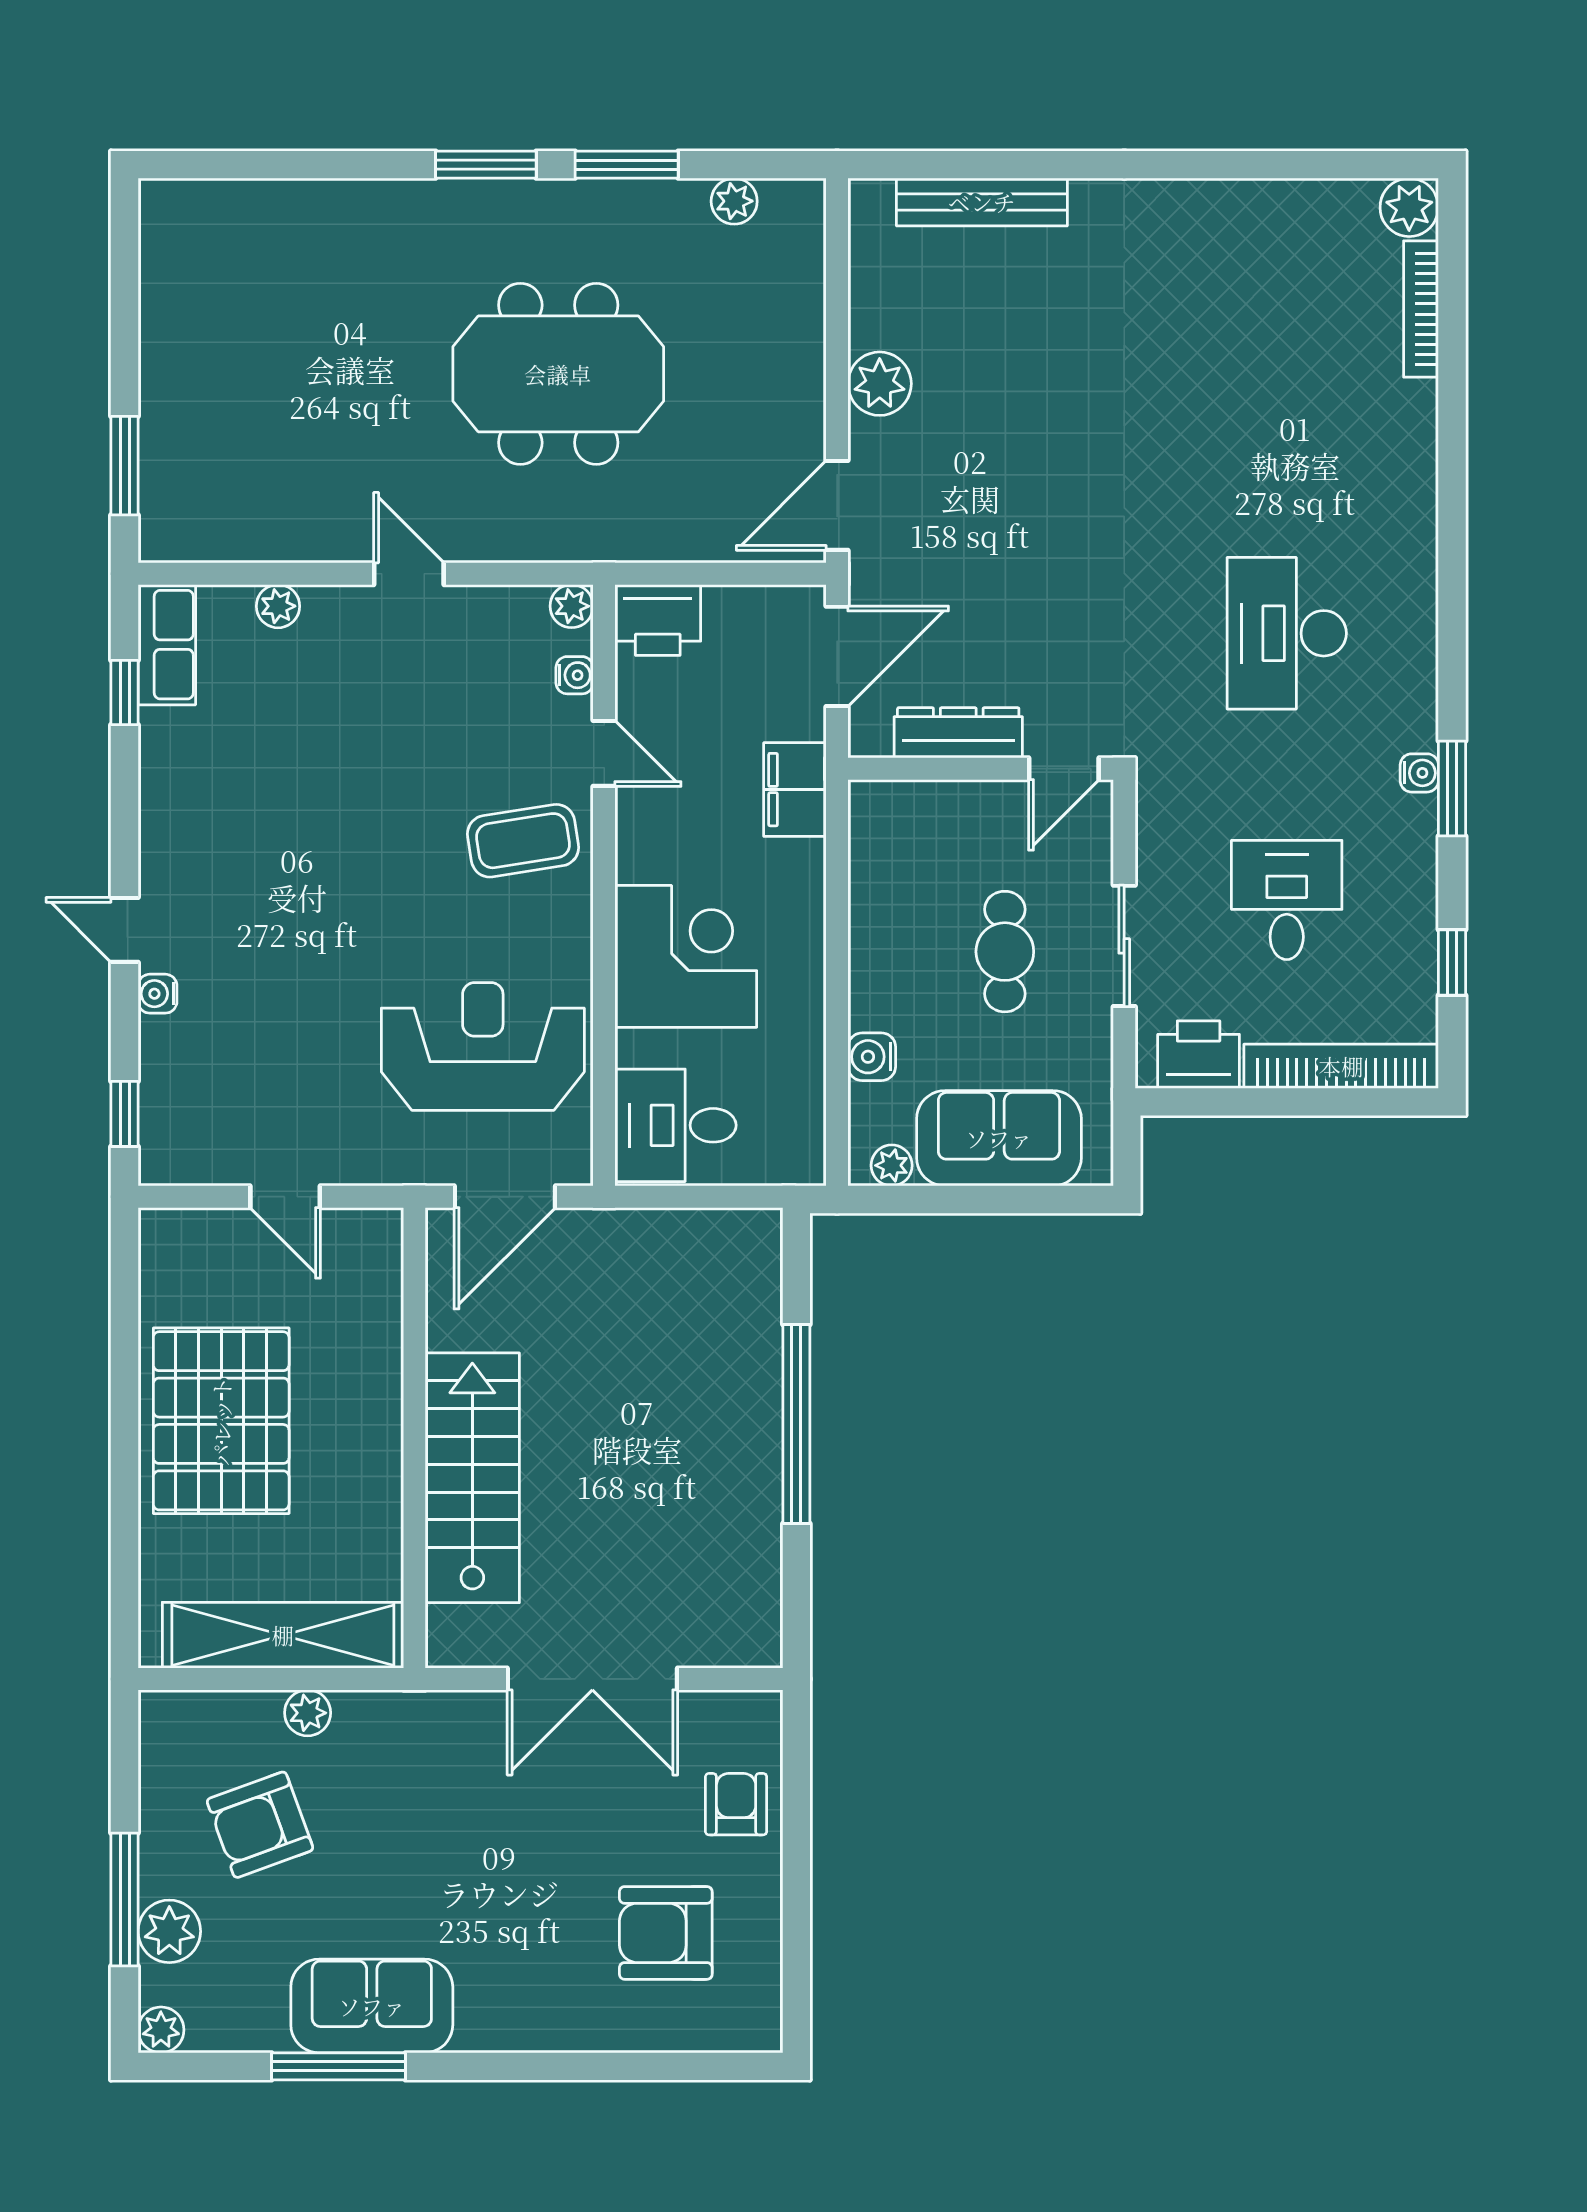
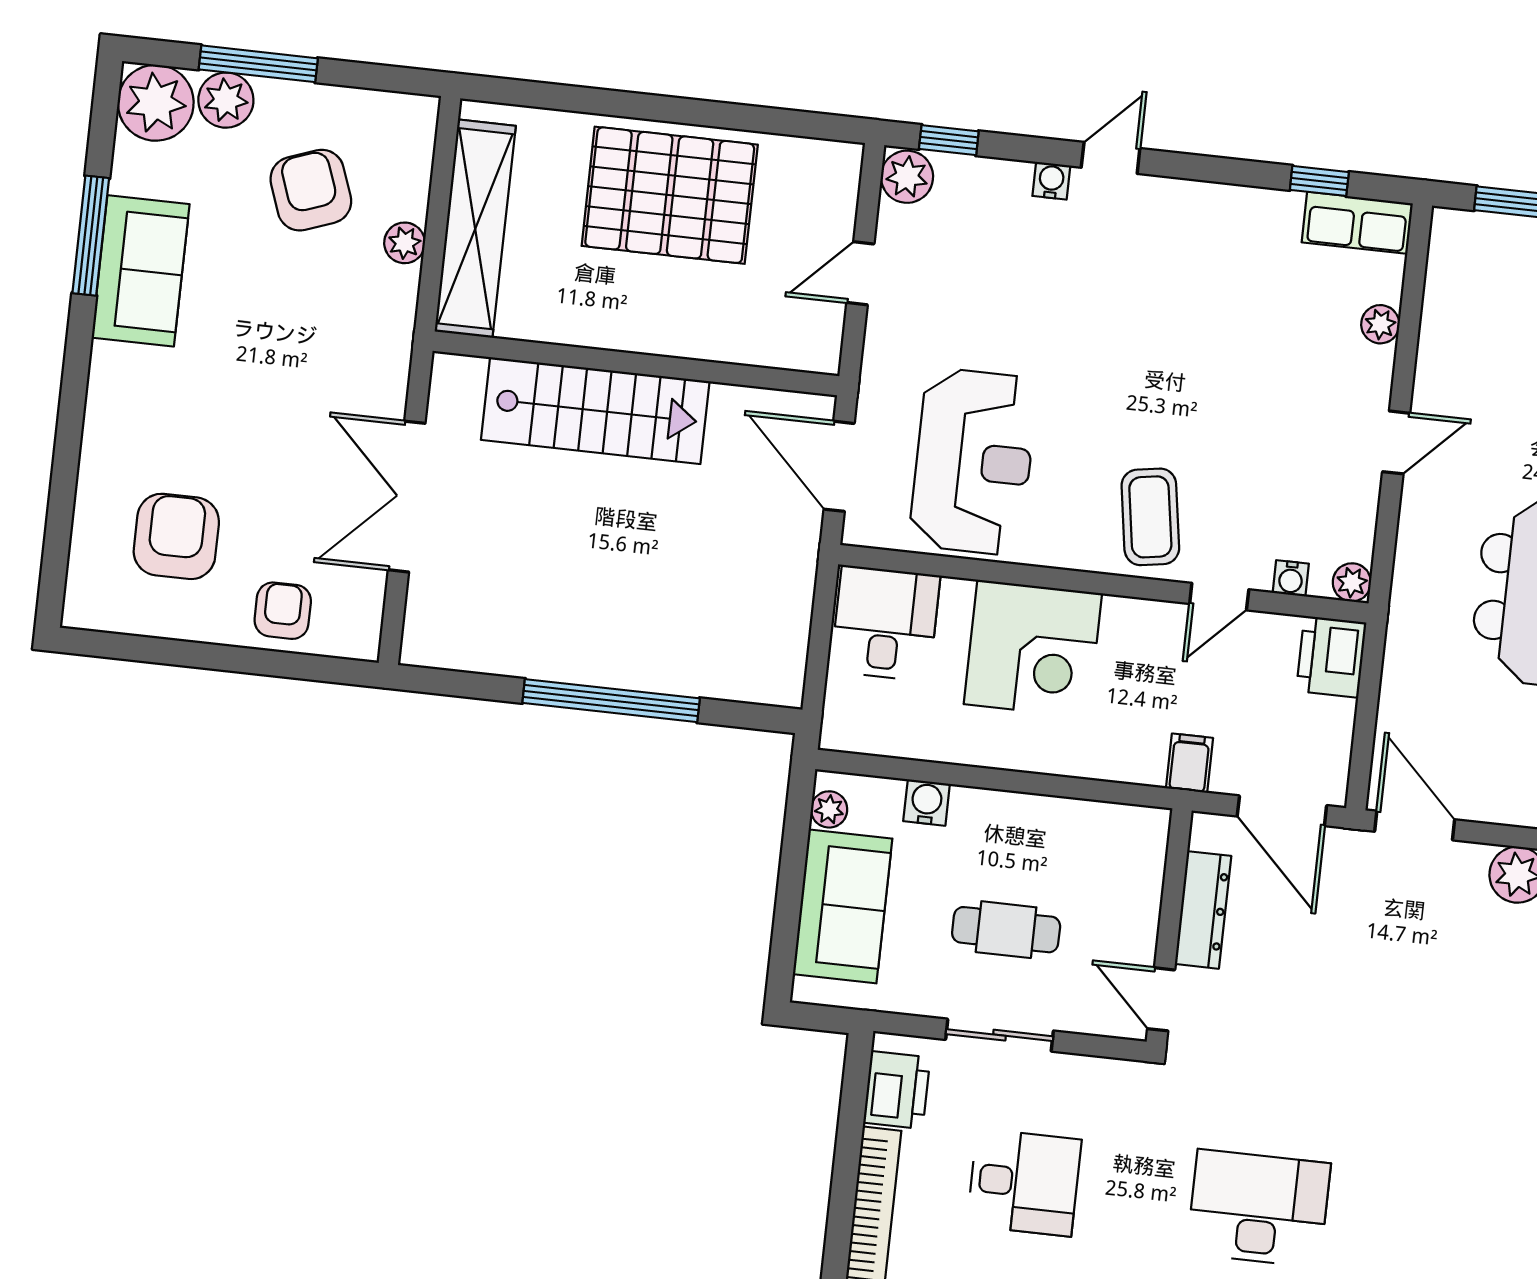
filing cabinet: (795, 790) -> (1189, 763), width x0.50
plant: (171, 1156) -> (907, 177), added
armchair: (736, 1804) -> (283, 611), turned -90
plant: (161, 2030) -> (156, 103), width x1.87, depth x1.87

